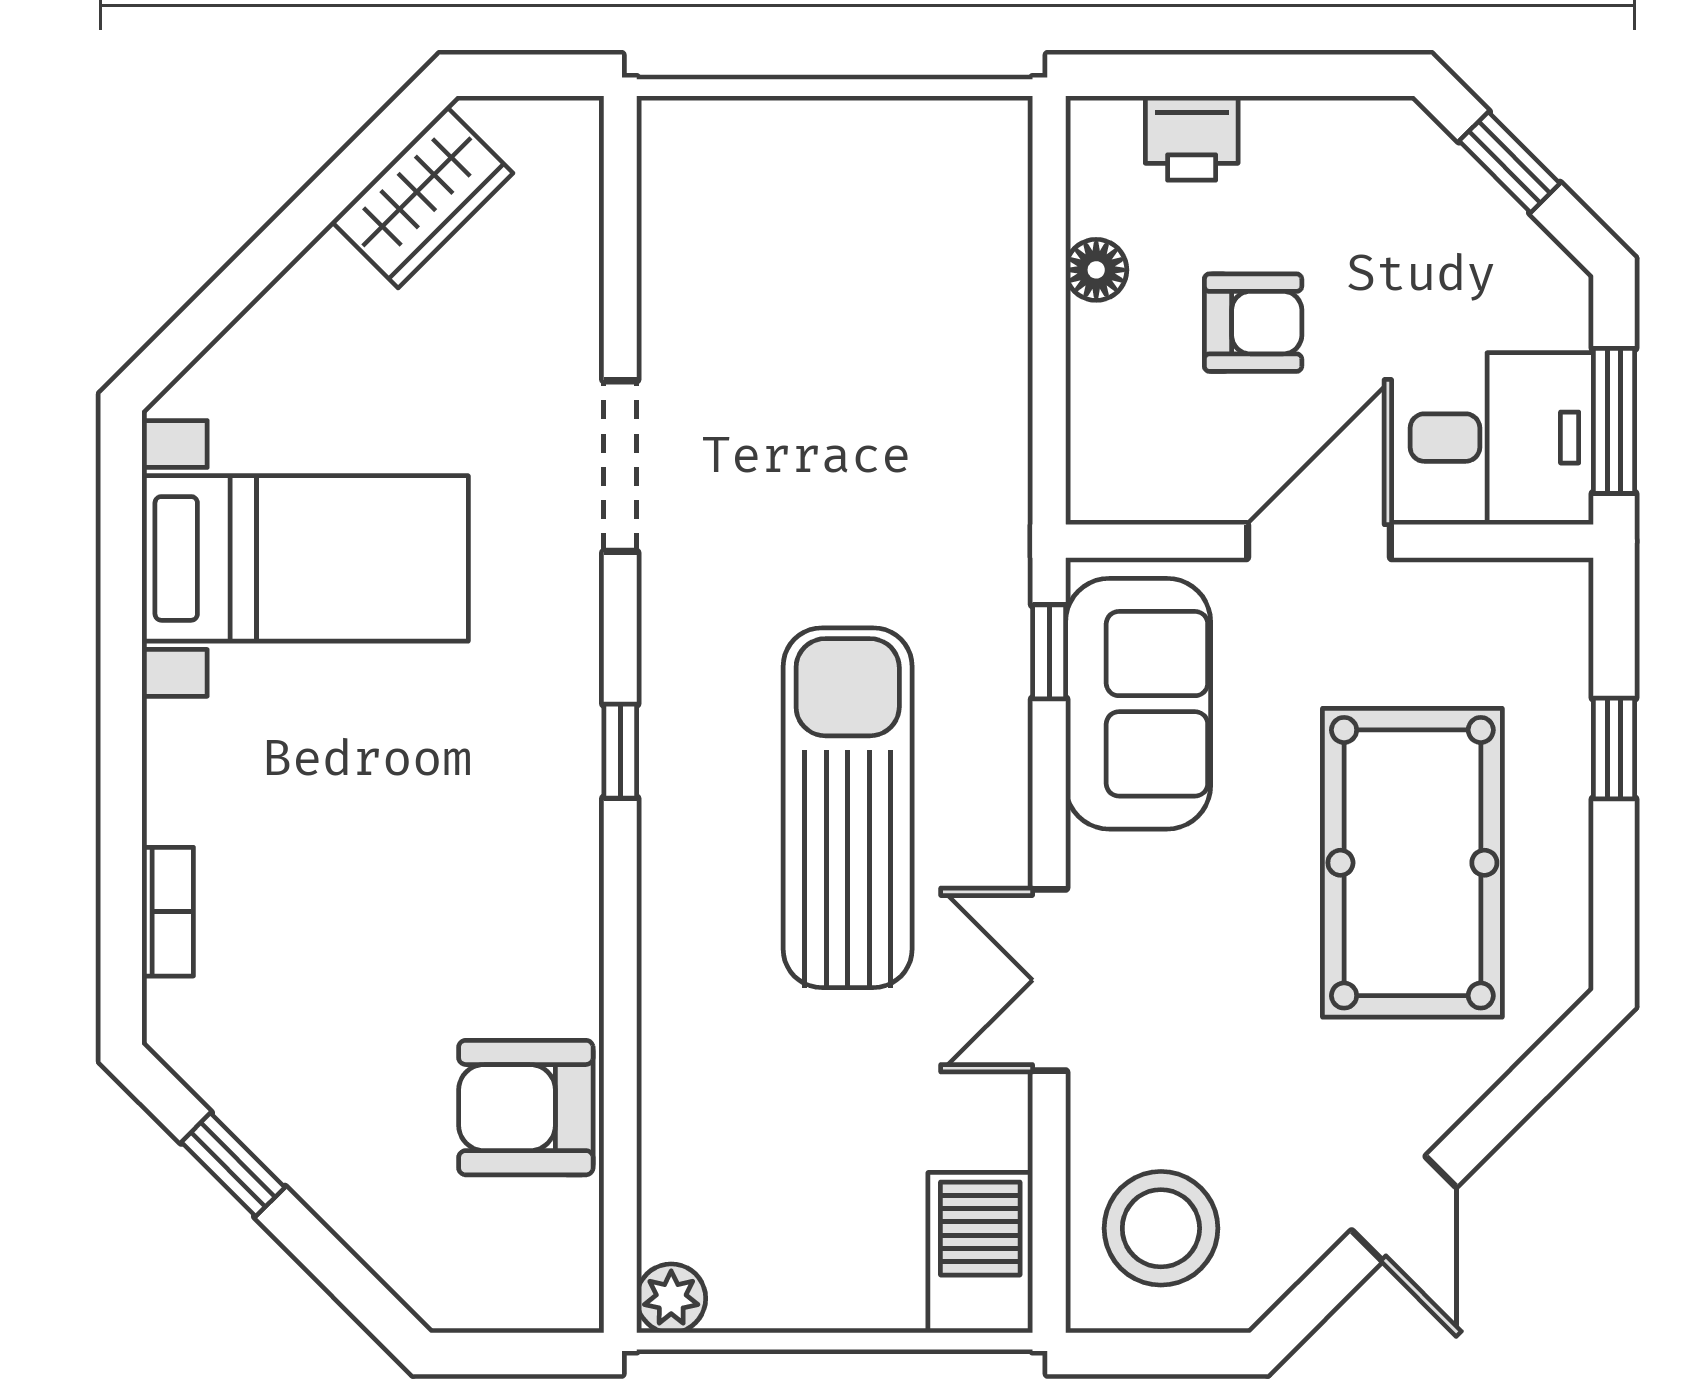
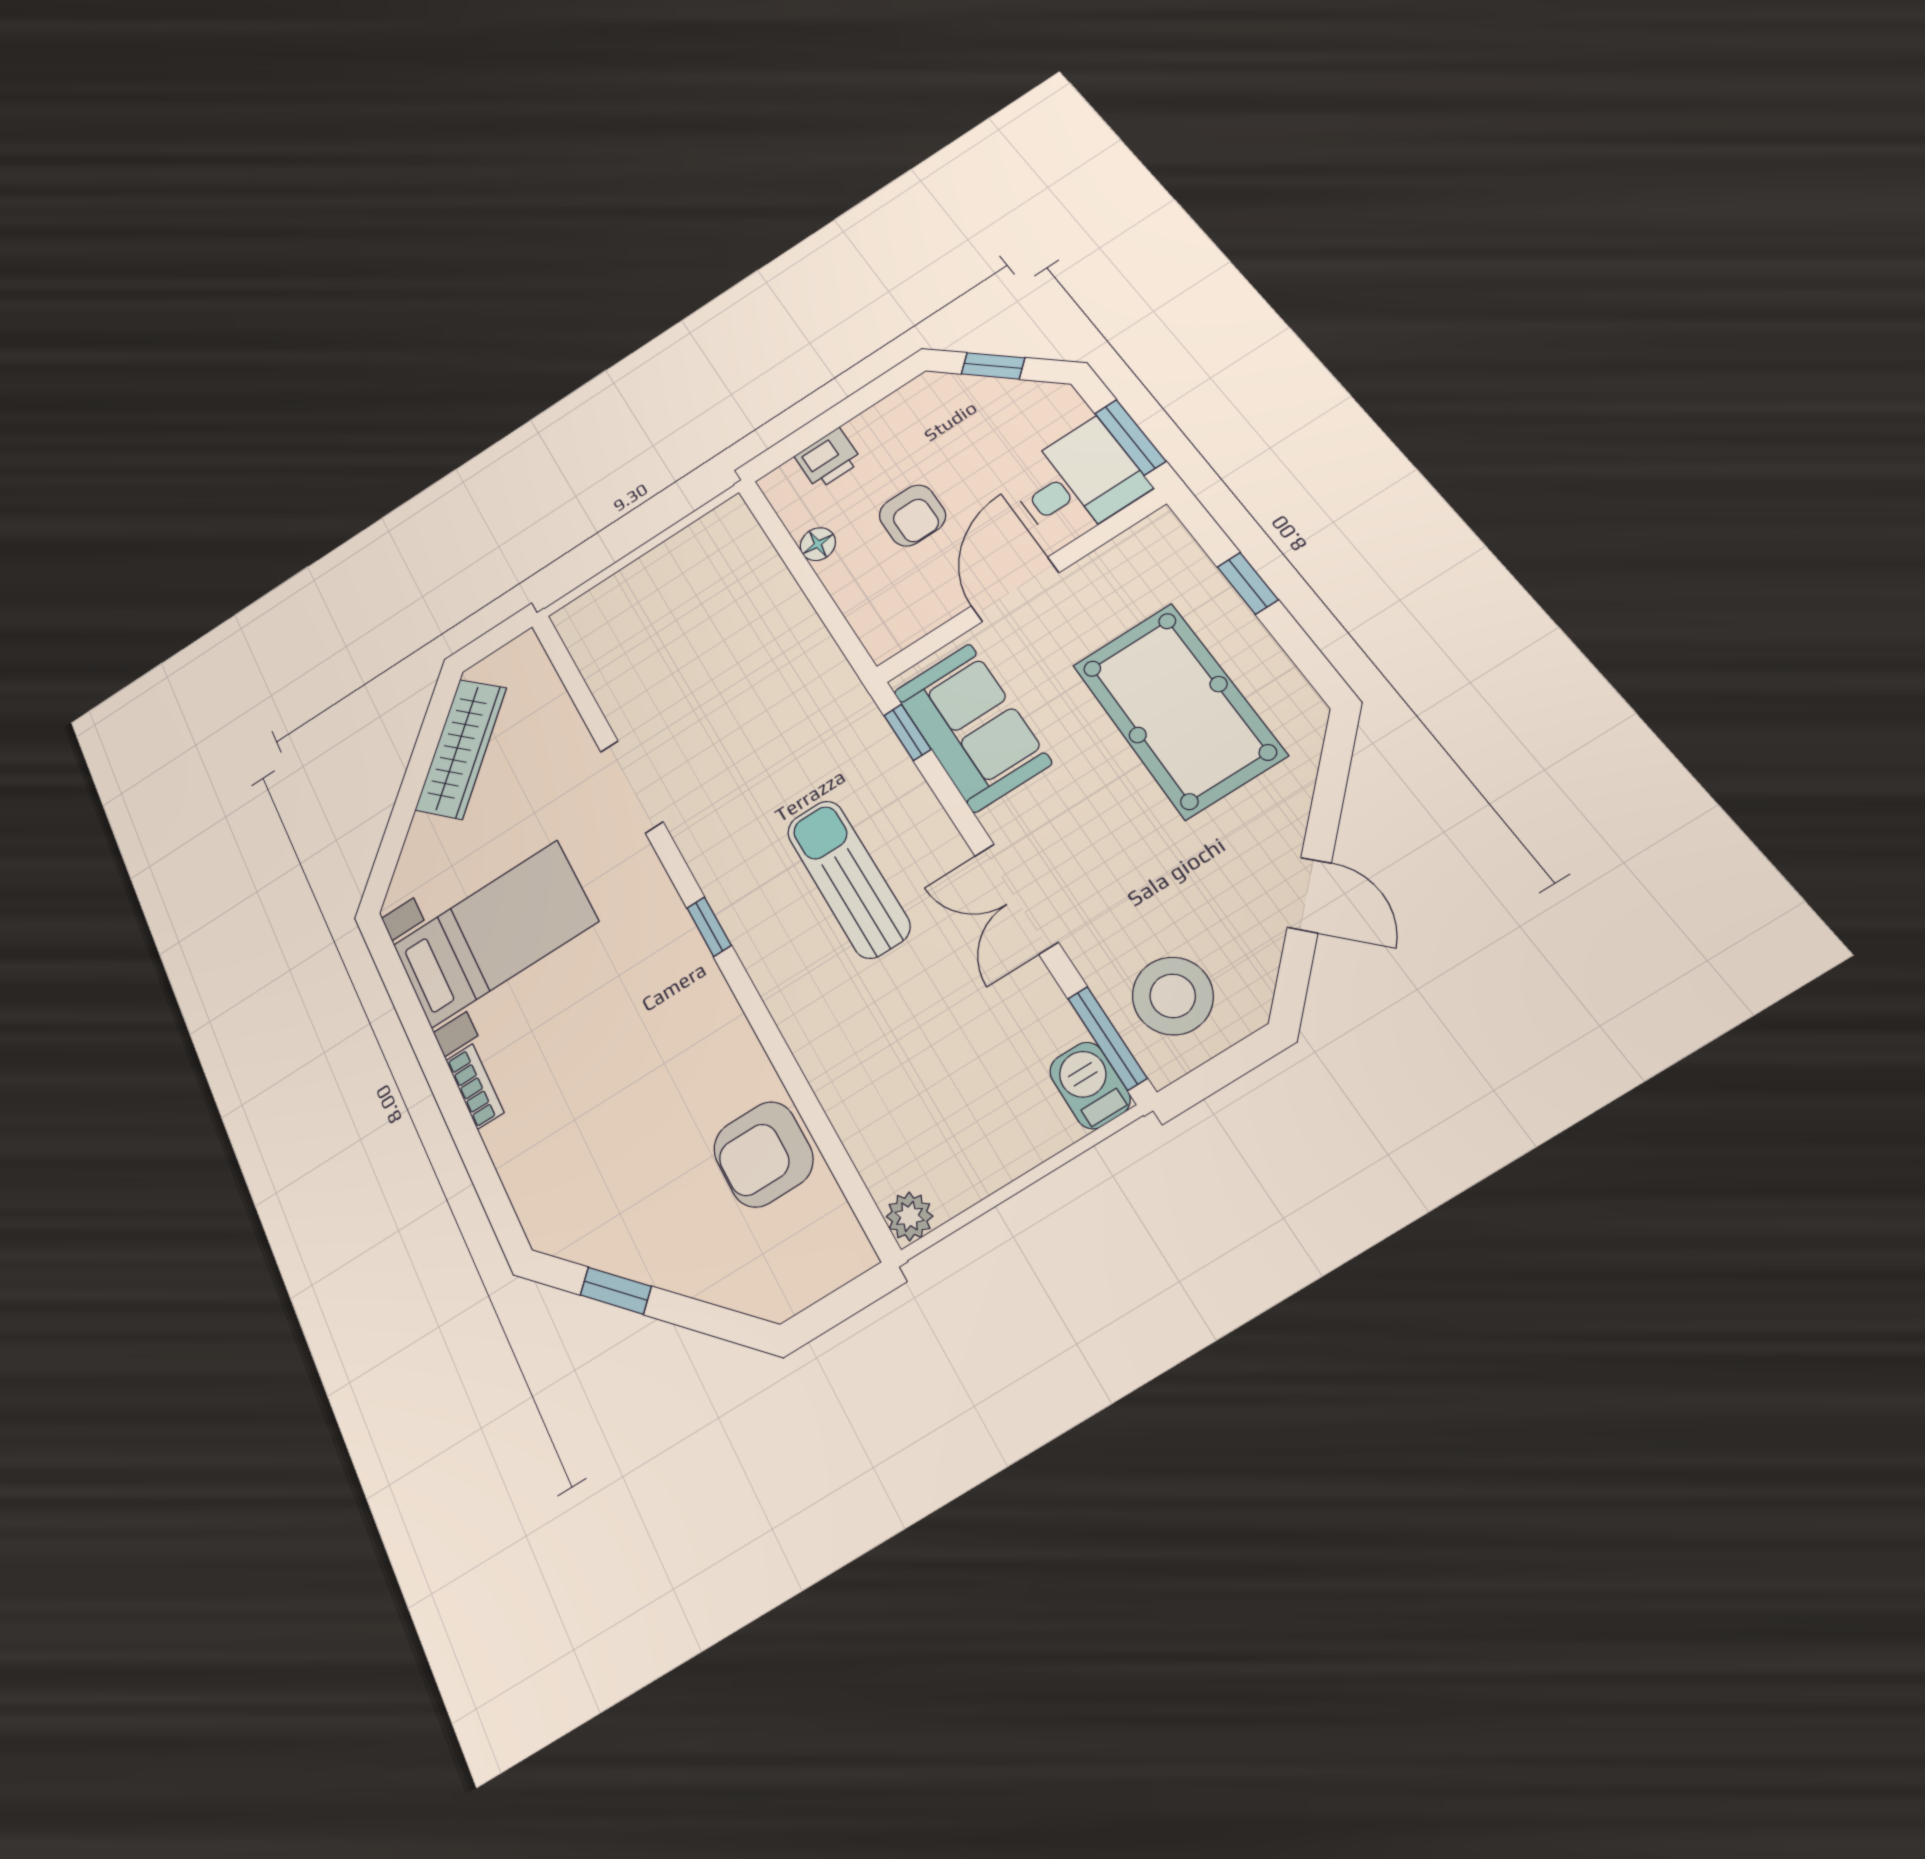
wardrobe: (422, 197) -> (461, 749), width x1.50
armchair: (1253, 323) -> (912, 515), turned 90
sun lounger: (848, 808) -> (848, 878), width x0.73, depth x0.75
bookcase: (168, 912) -> (475, 1086), moved
window: (1049, 1230) -> (1107, 1038), added
barbecue: (980, 1253) -> (1090, 1085), width x0.73, depth x0.79

